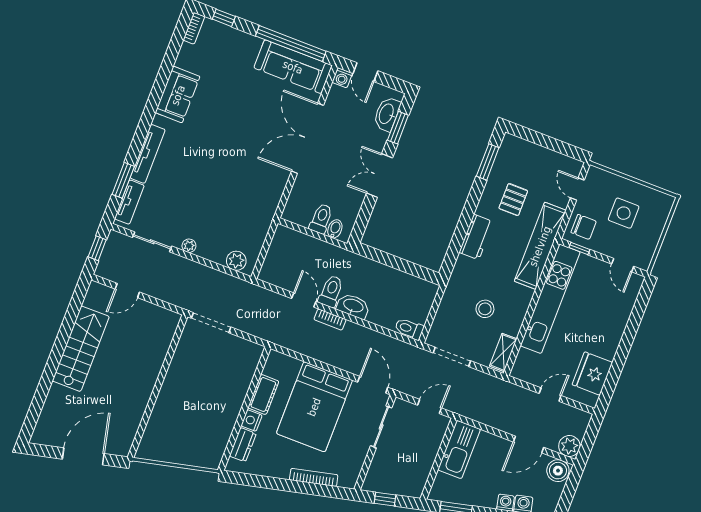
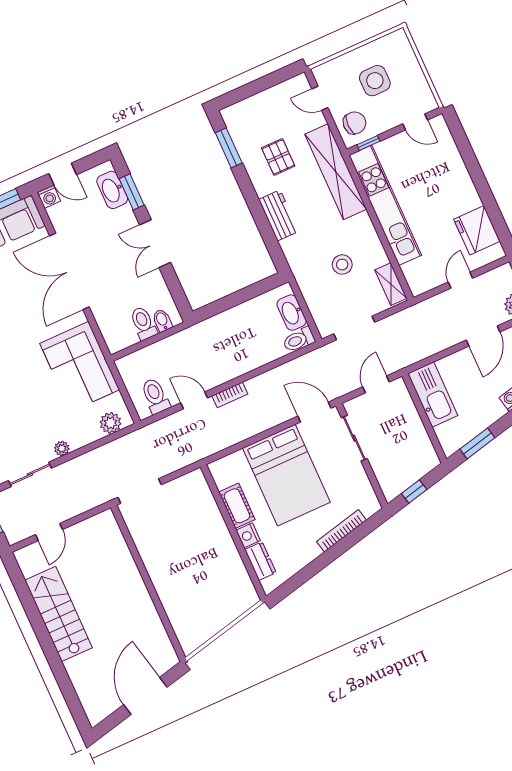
corner sofa: (253, 205) -> (80, 367), added
toilet: (331, 291) -> (155, 396), moved
washbasin: (353, 306) -> (292, 313), moved, turned -90

